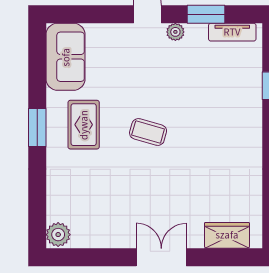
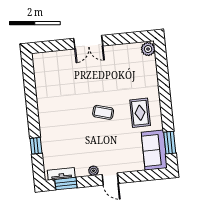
window: (206, 14) -> (66, 184), moved
window: (37, 128) -> (170, 143), moved
wardrobe: (227, 235) -> (52, 58), removed

